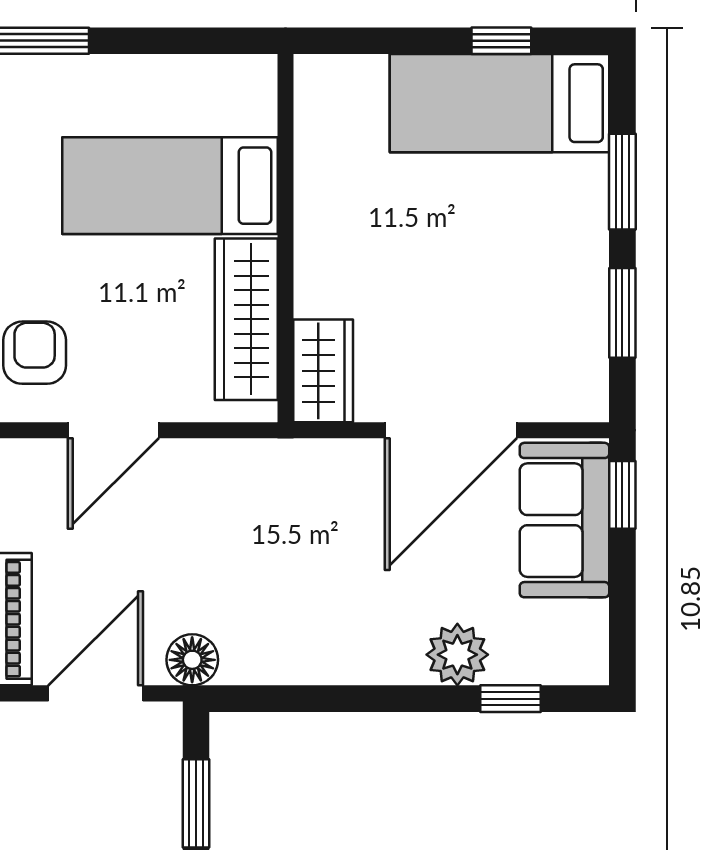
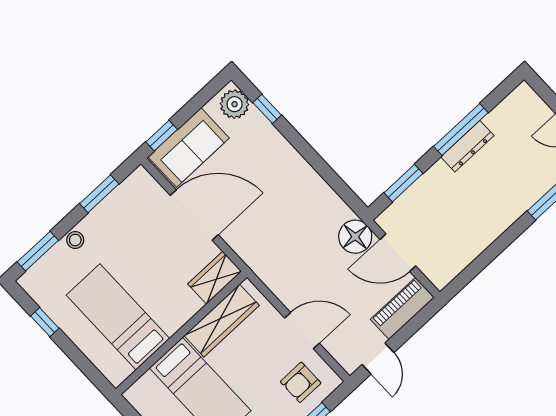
bed: (500, 103) -> (118, 317), moved, turned 180
window: (622, 182) -> (38, 251), moved
stool: (585, 208) -> (75, 240), added
plant: (457, 655) -> (235, 104), moved
floor lamp: (192, 660) -> (355, 237), width x1.38, depth x1.38

